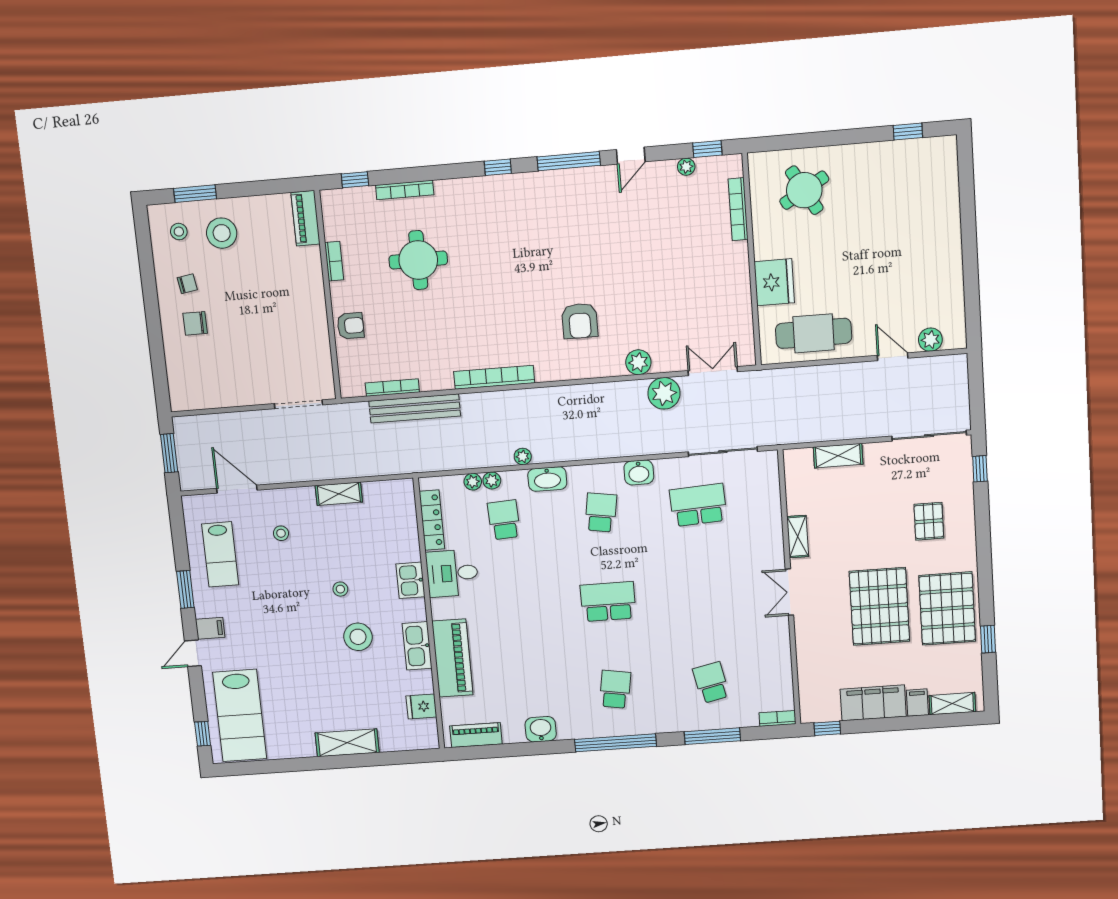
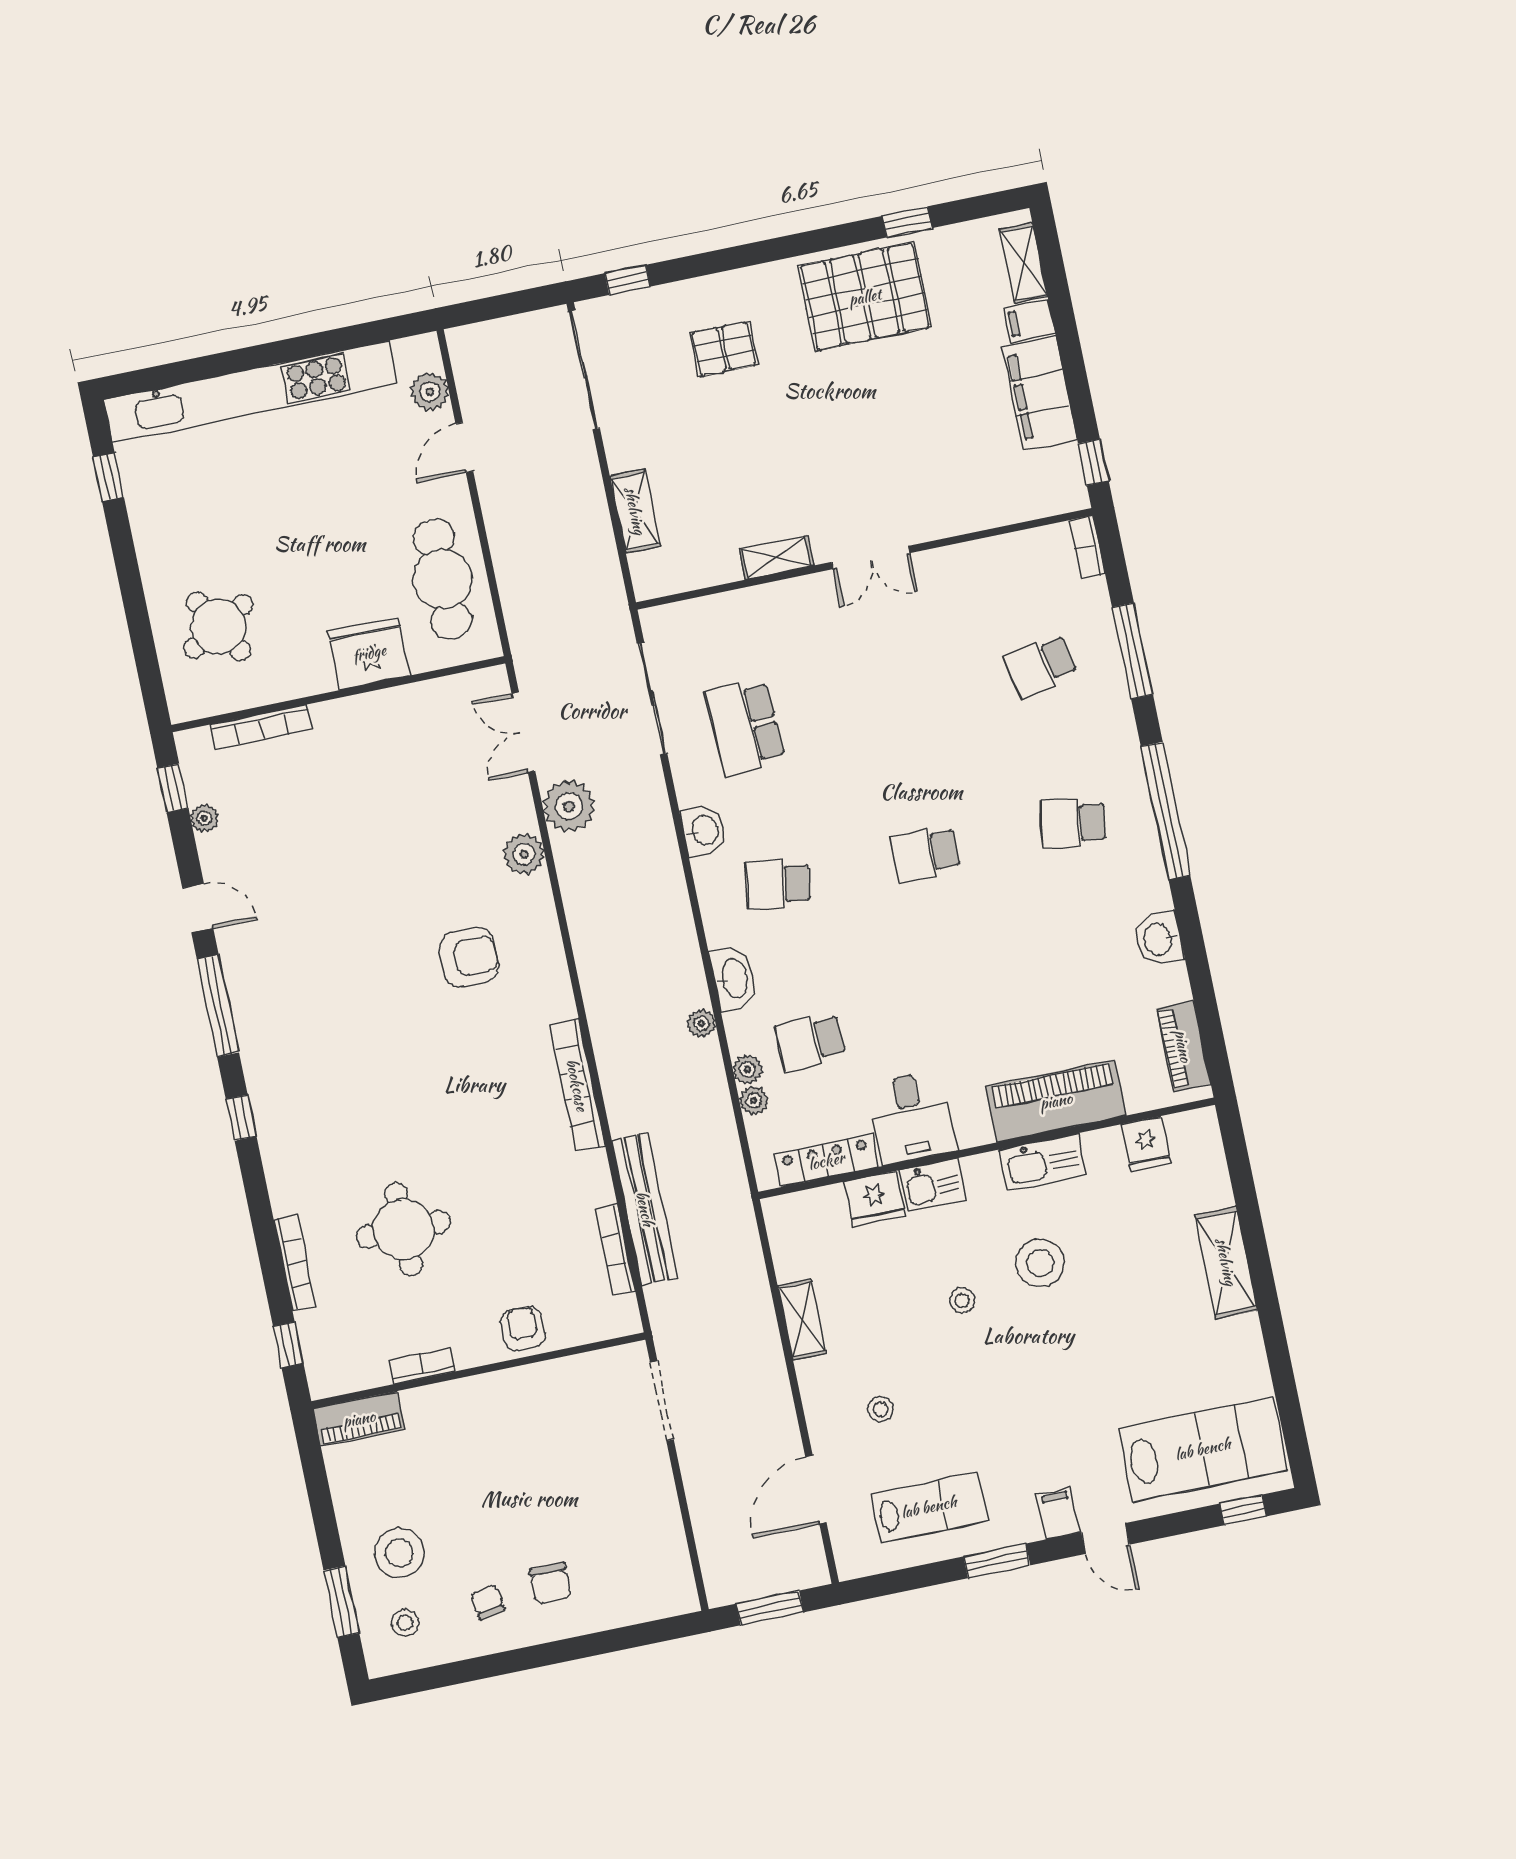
kitchen unit: (948, 228) -> (251, 392), added
fridge: (406, 546) -> (875, 1199), added
school desk: (608, 602) -> (926, 854), width x0.54
pallet: (879, 606) -> (875, 407), removed

